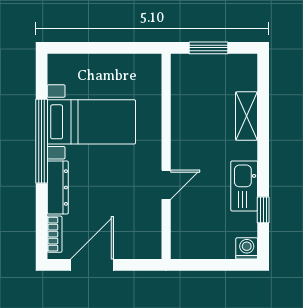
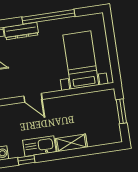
shelving: (247, 116) -> (71, 143), moved
bed with nightstands: (91, 122) -> (81, 60), moved, turned 180

